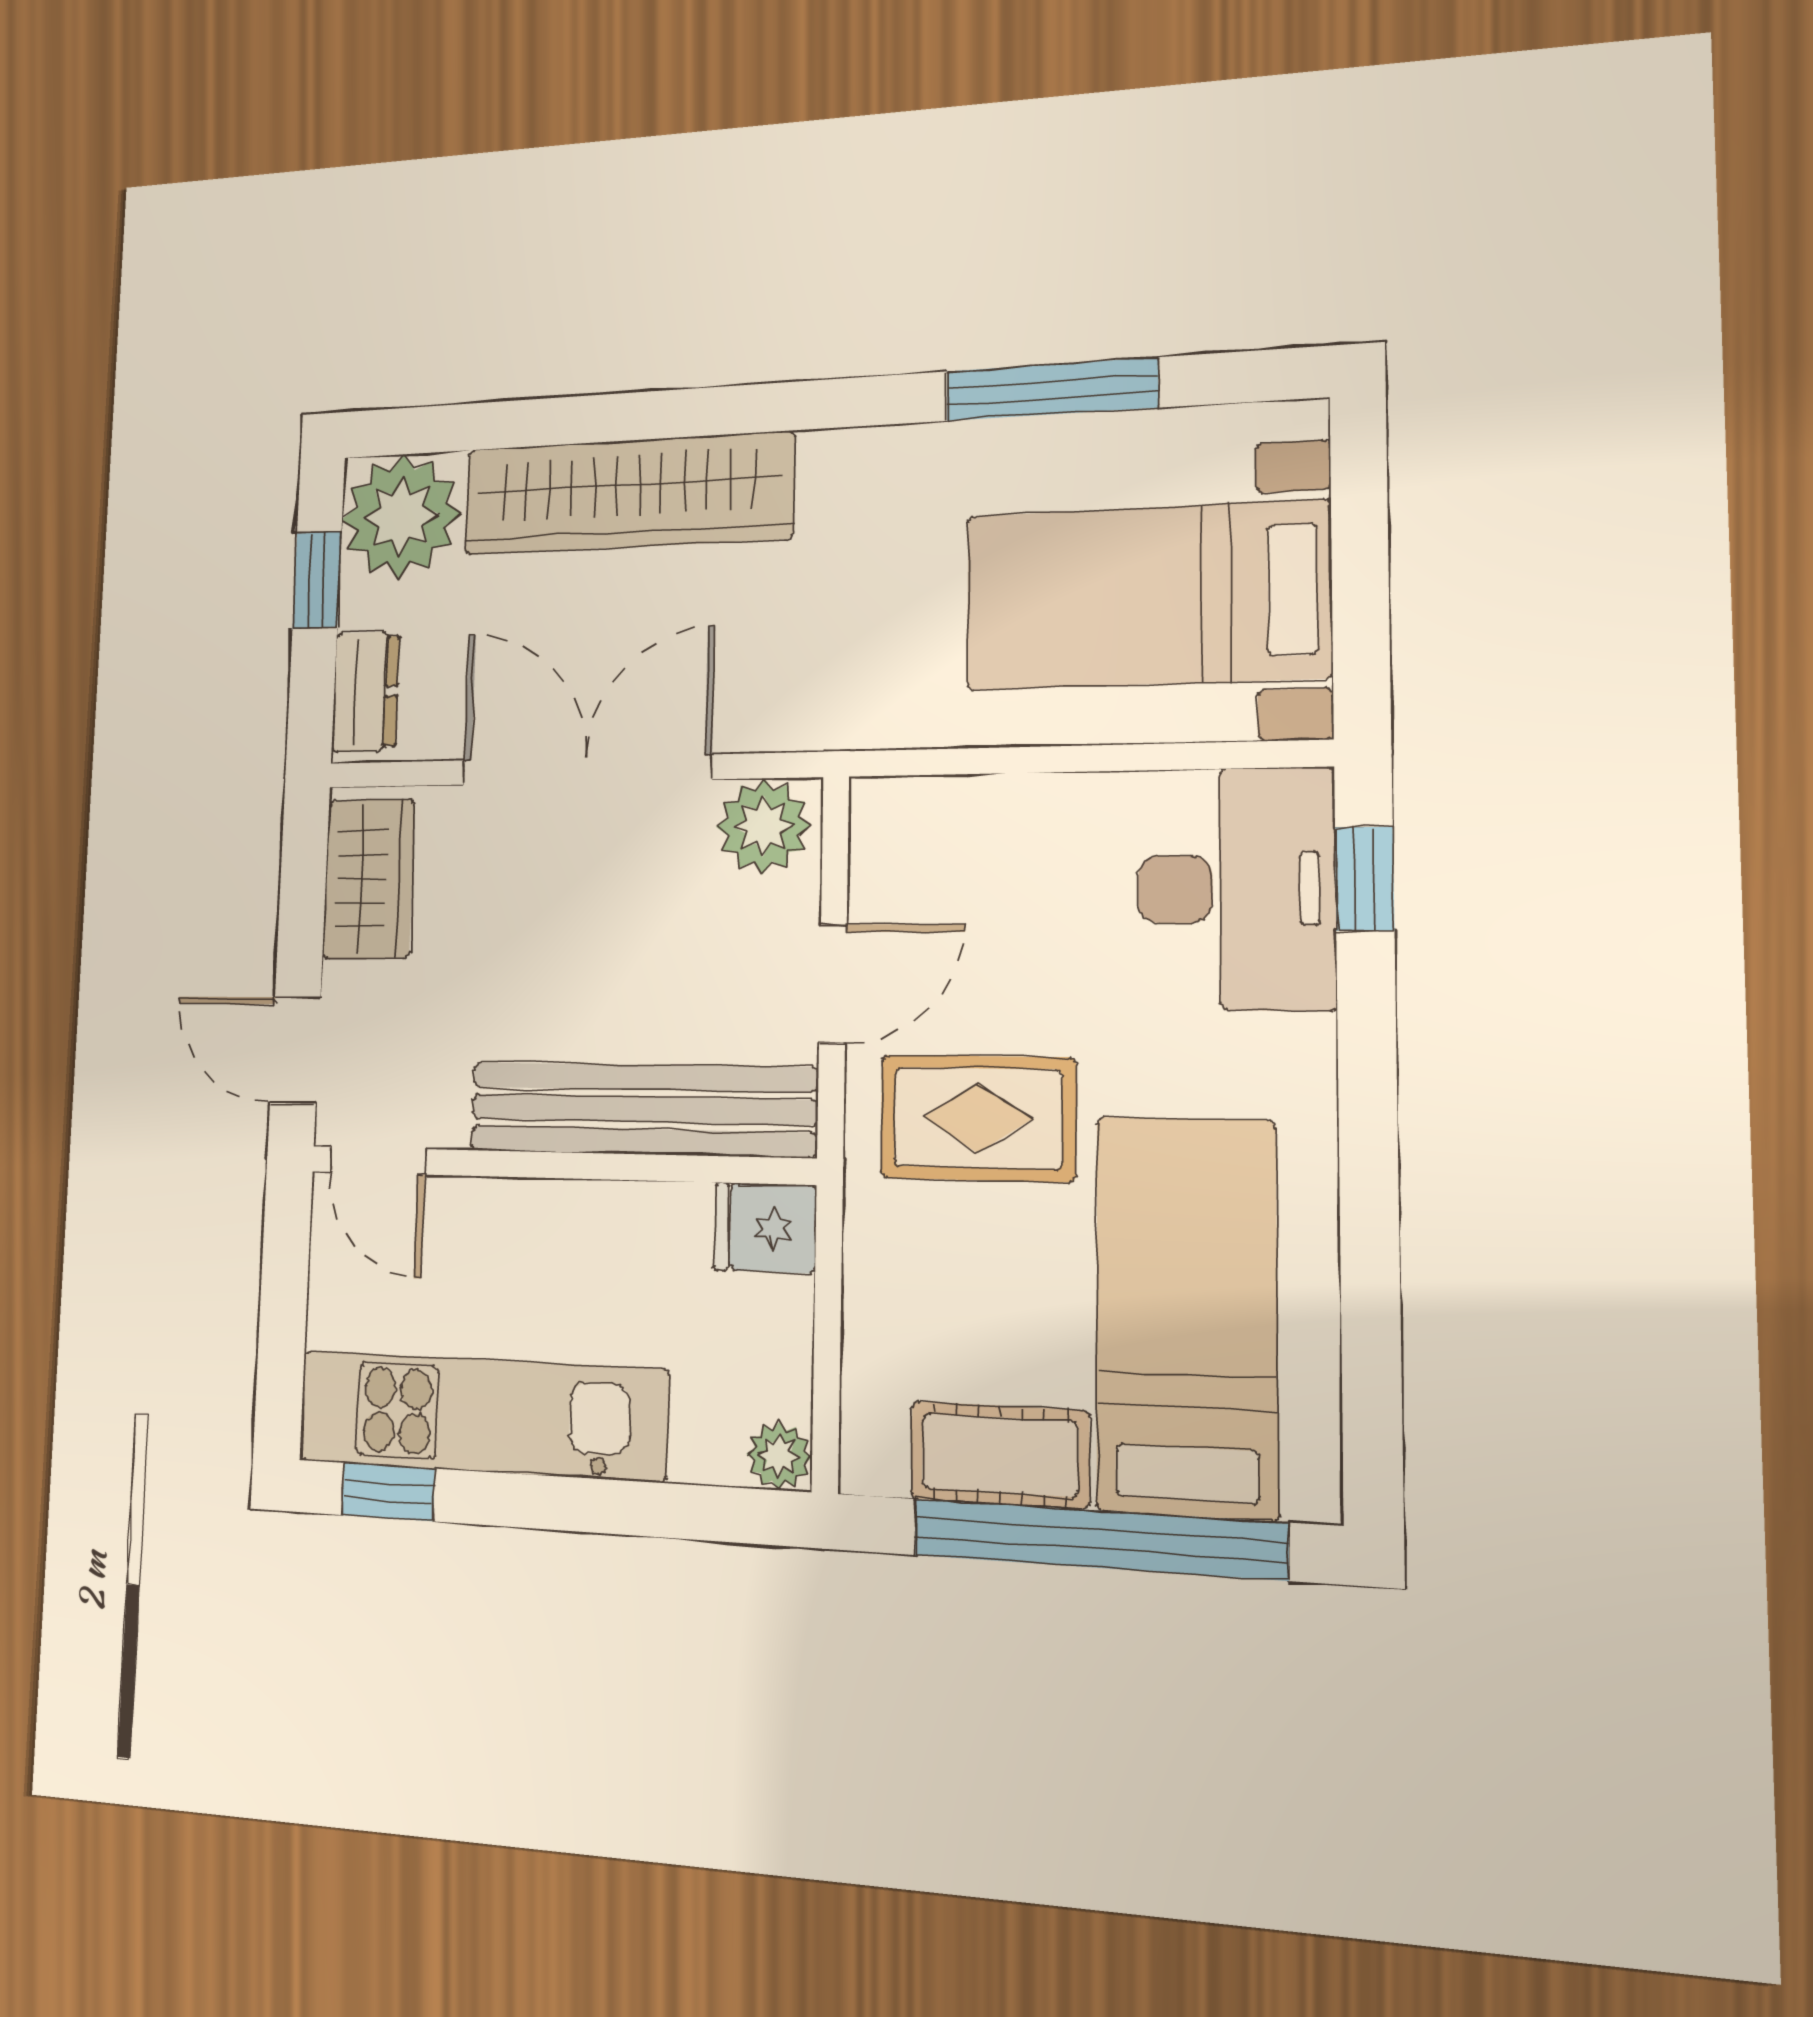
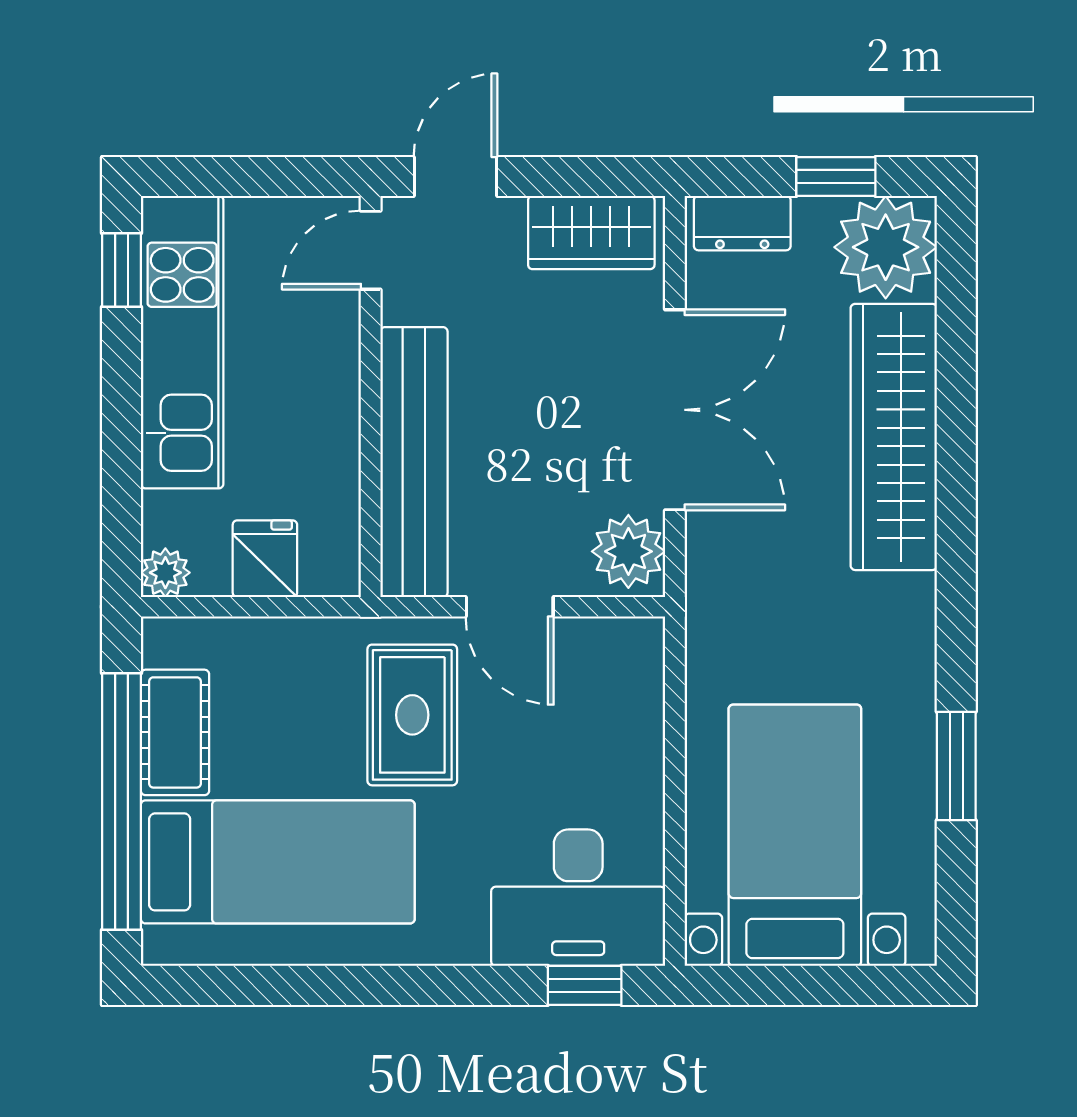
window: (1051, 389) -> (956, 766), width x0.69
fridge: (765, 1228) -> (265, 559), moved

